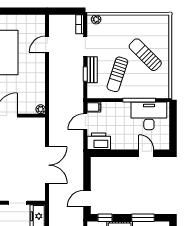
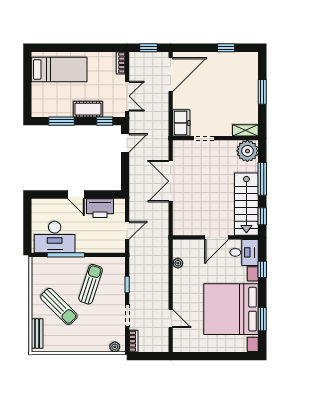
door: (47, 44) -> (171, 319), hinge flipped
bench: (92, 70) -> (37, 333), moved
filing cabinet: (94, 107) -> (117, 247), removed
plant: (41, 109) -> (178, 263), moved
printer: (99, 141) -> (100, 208), moved
door: (146, 153) -> (76, 195), moved

